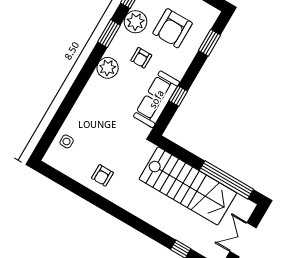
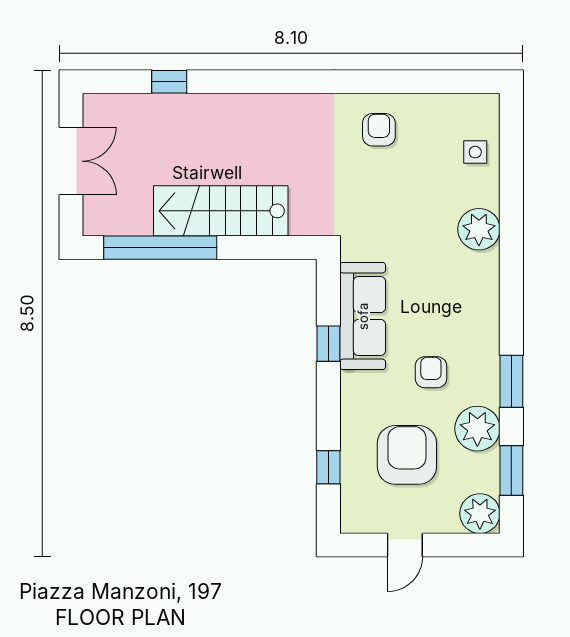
window: (210, 43) -> (328, 467), width x0.67
plant: (108, 68) -> (479, 229), moved
stairs: (188, 186) -> (221, 211), width x0.73, depth x0.66

